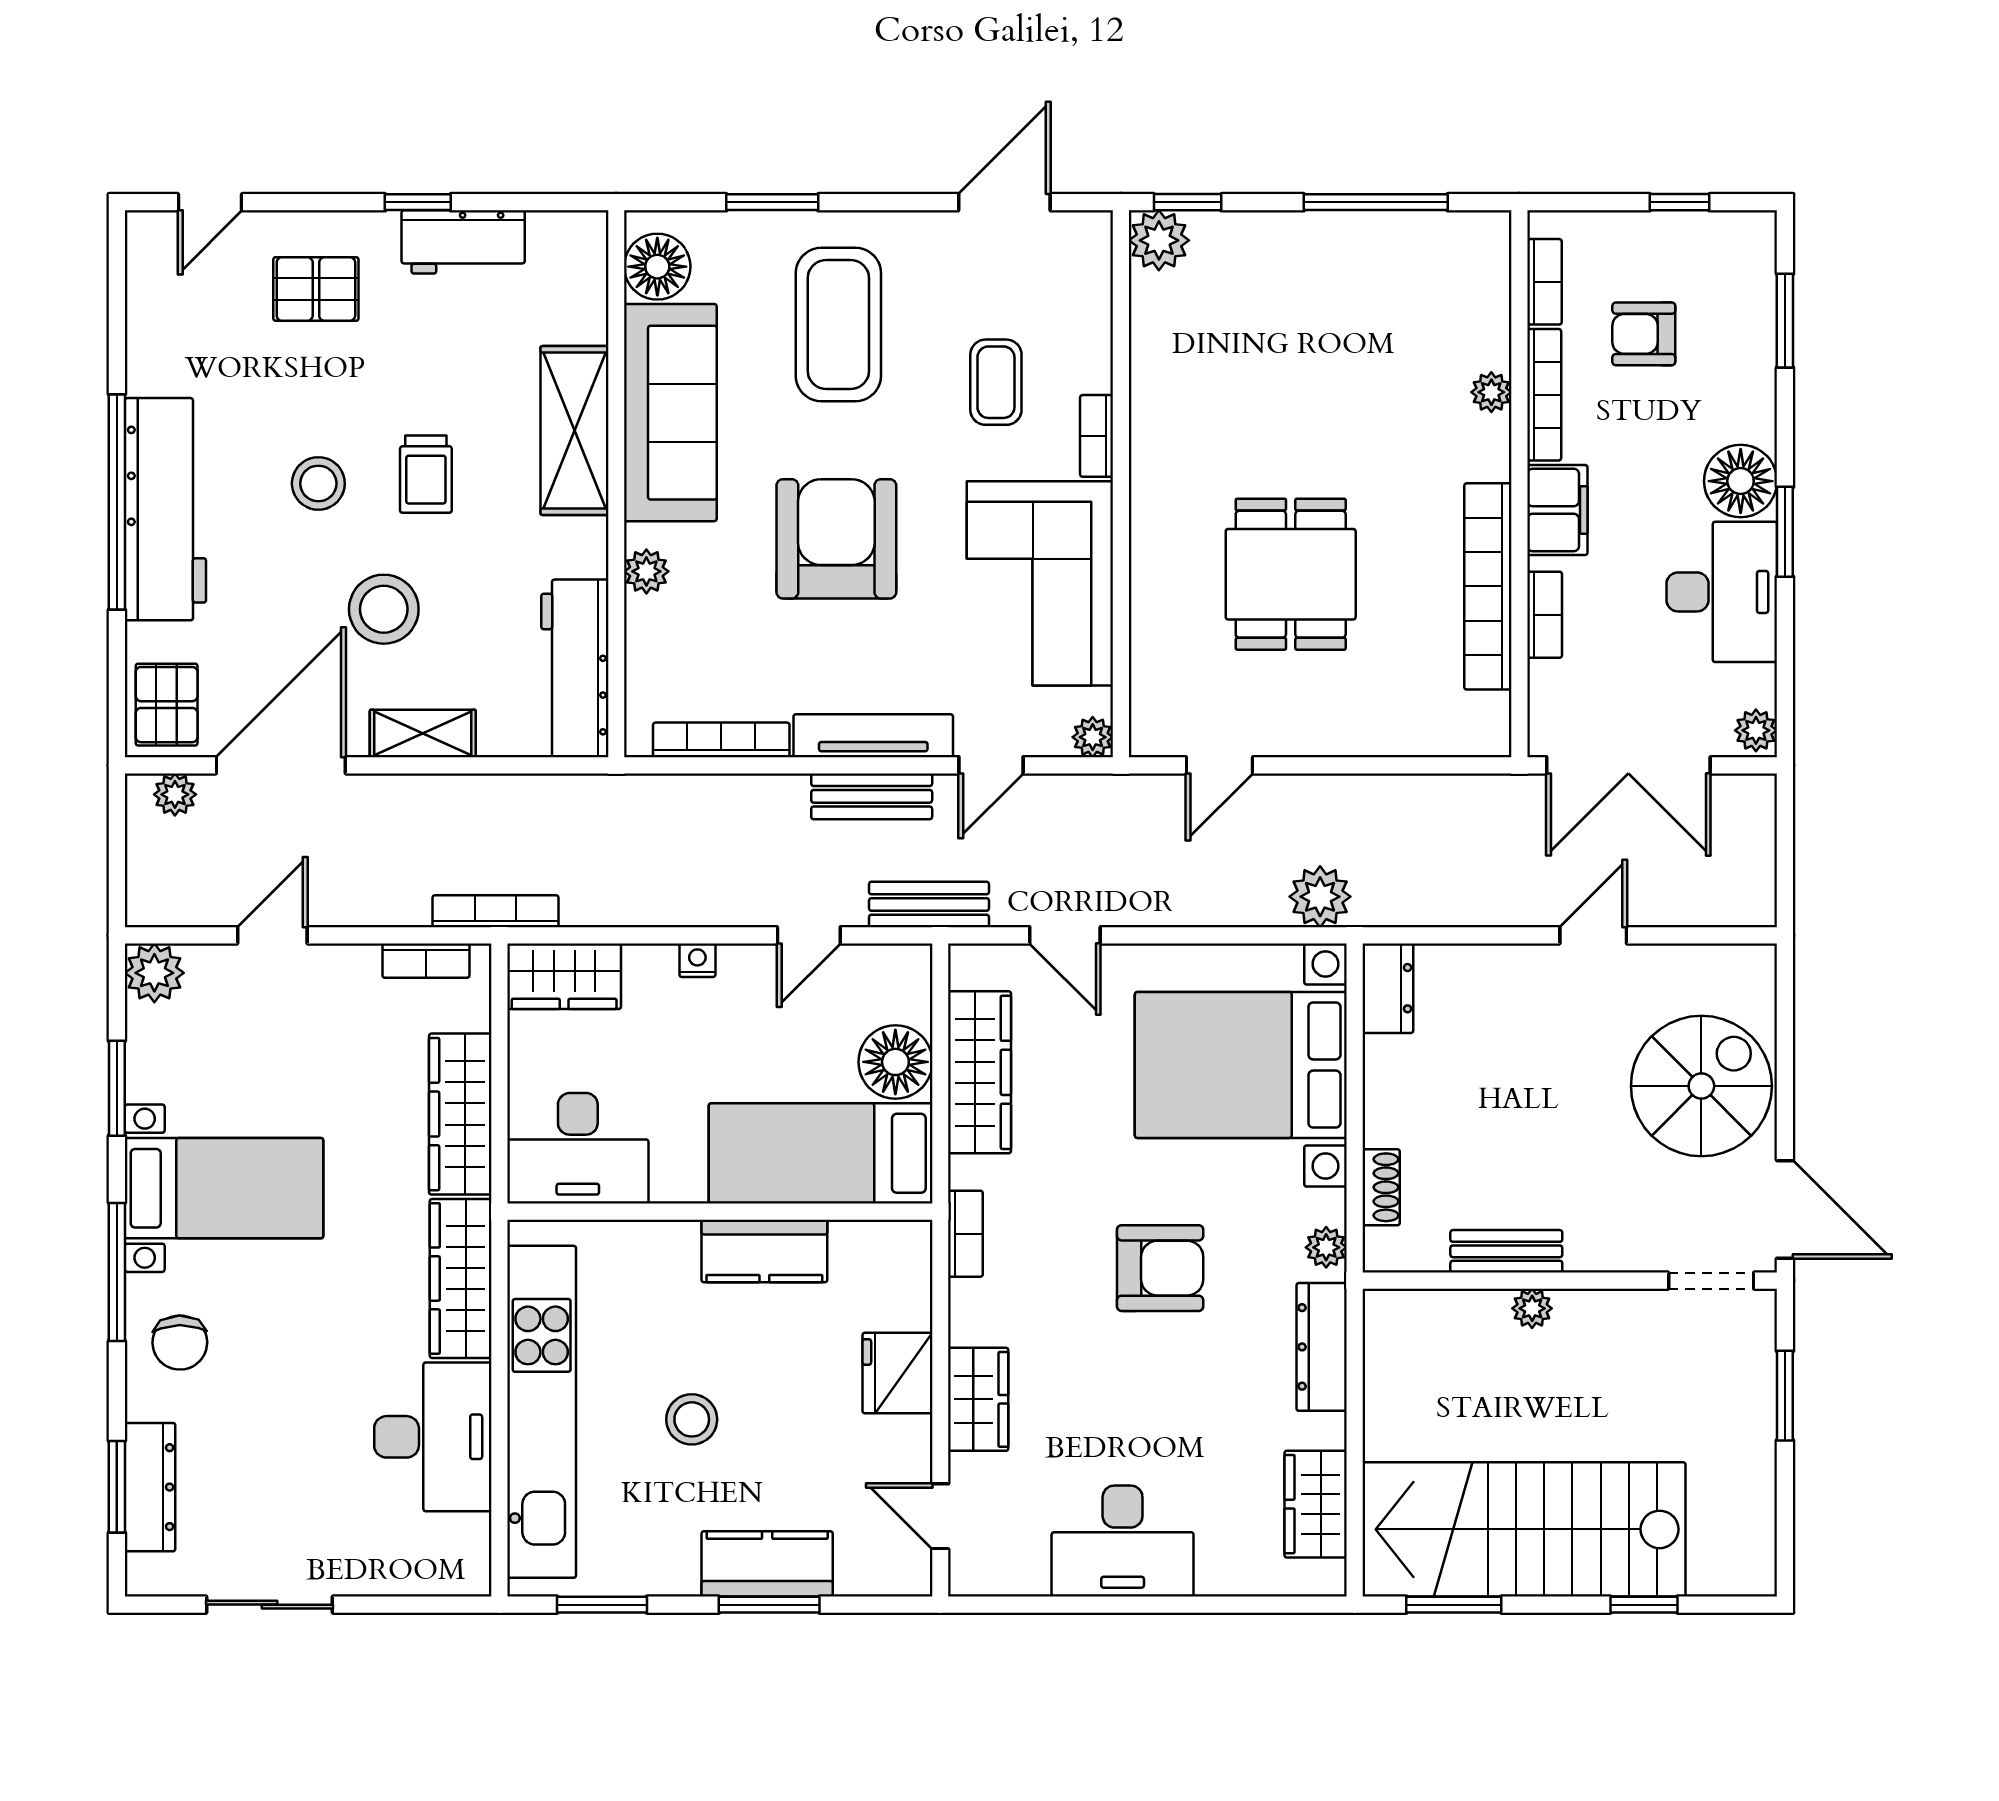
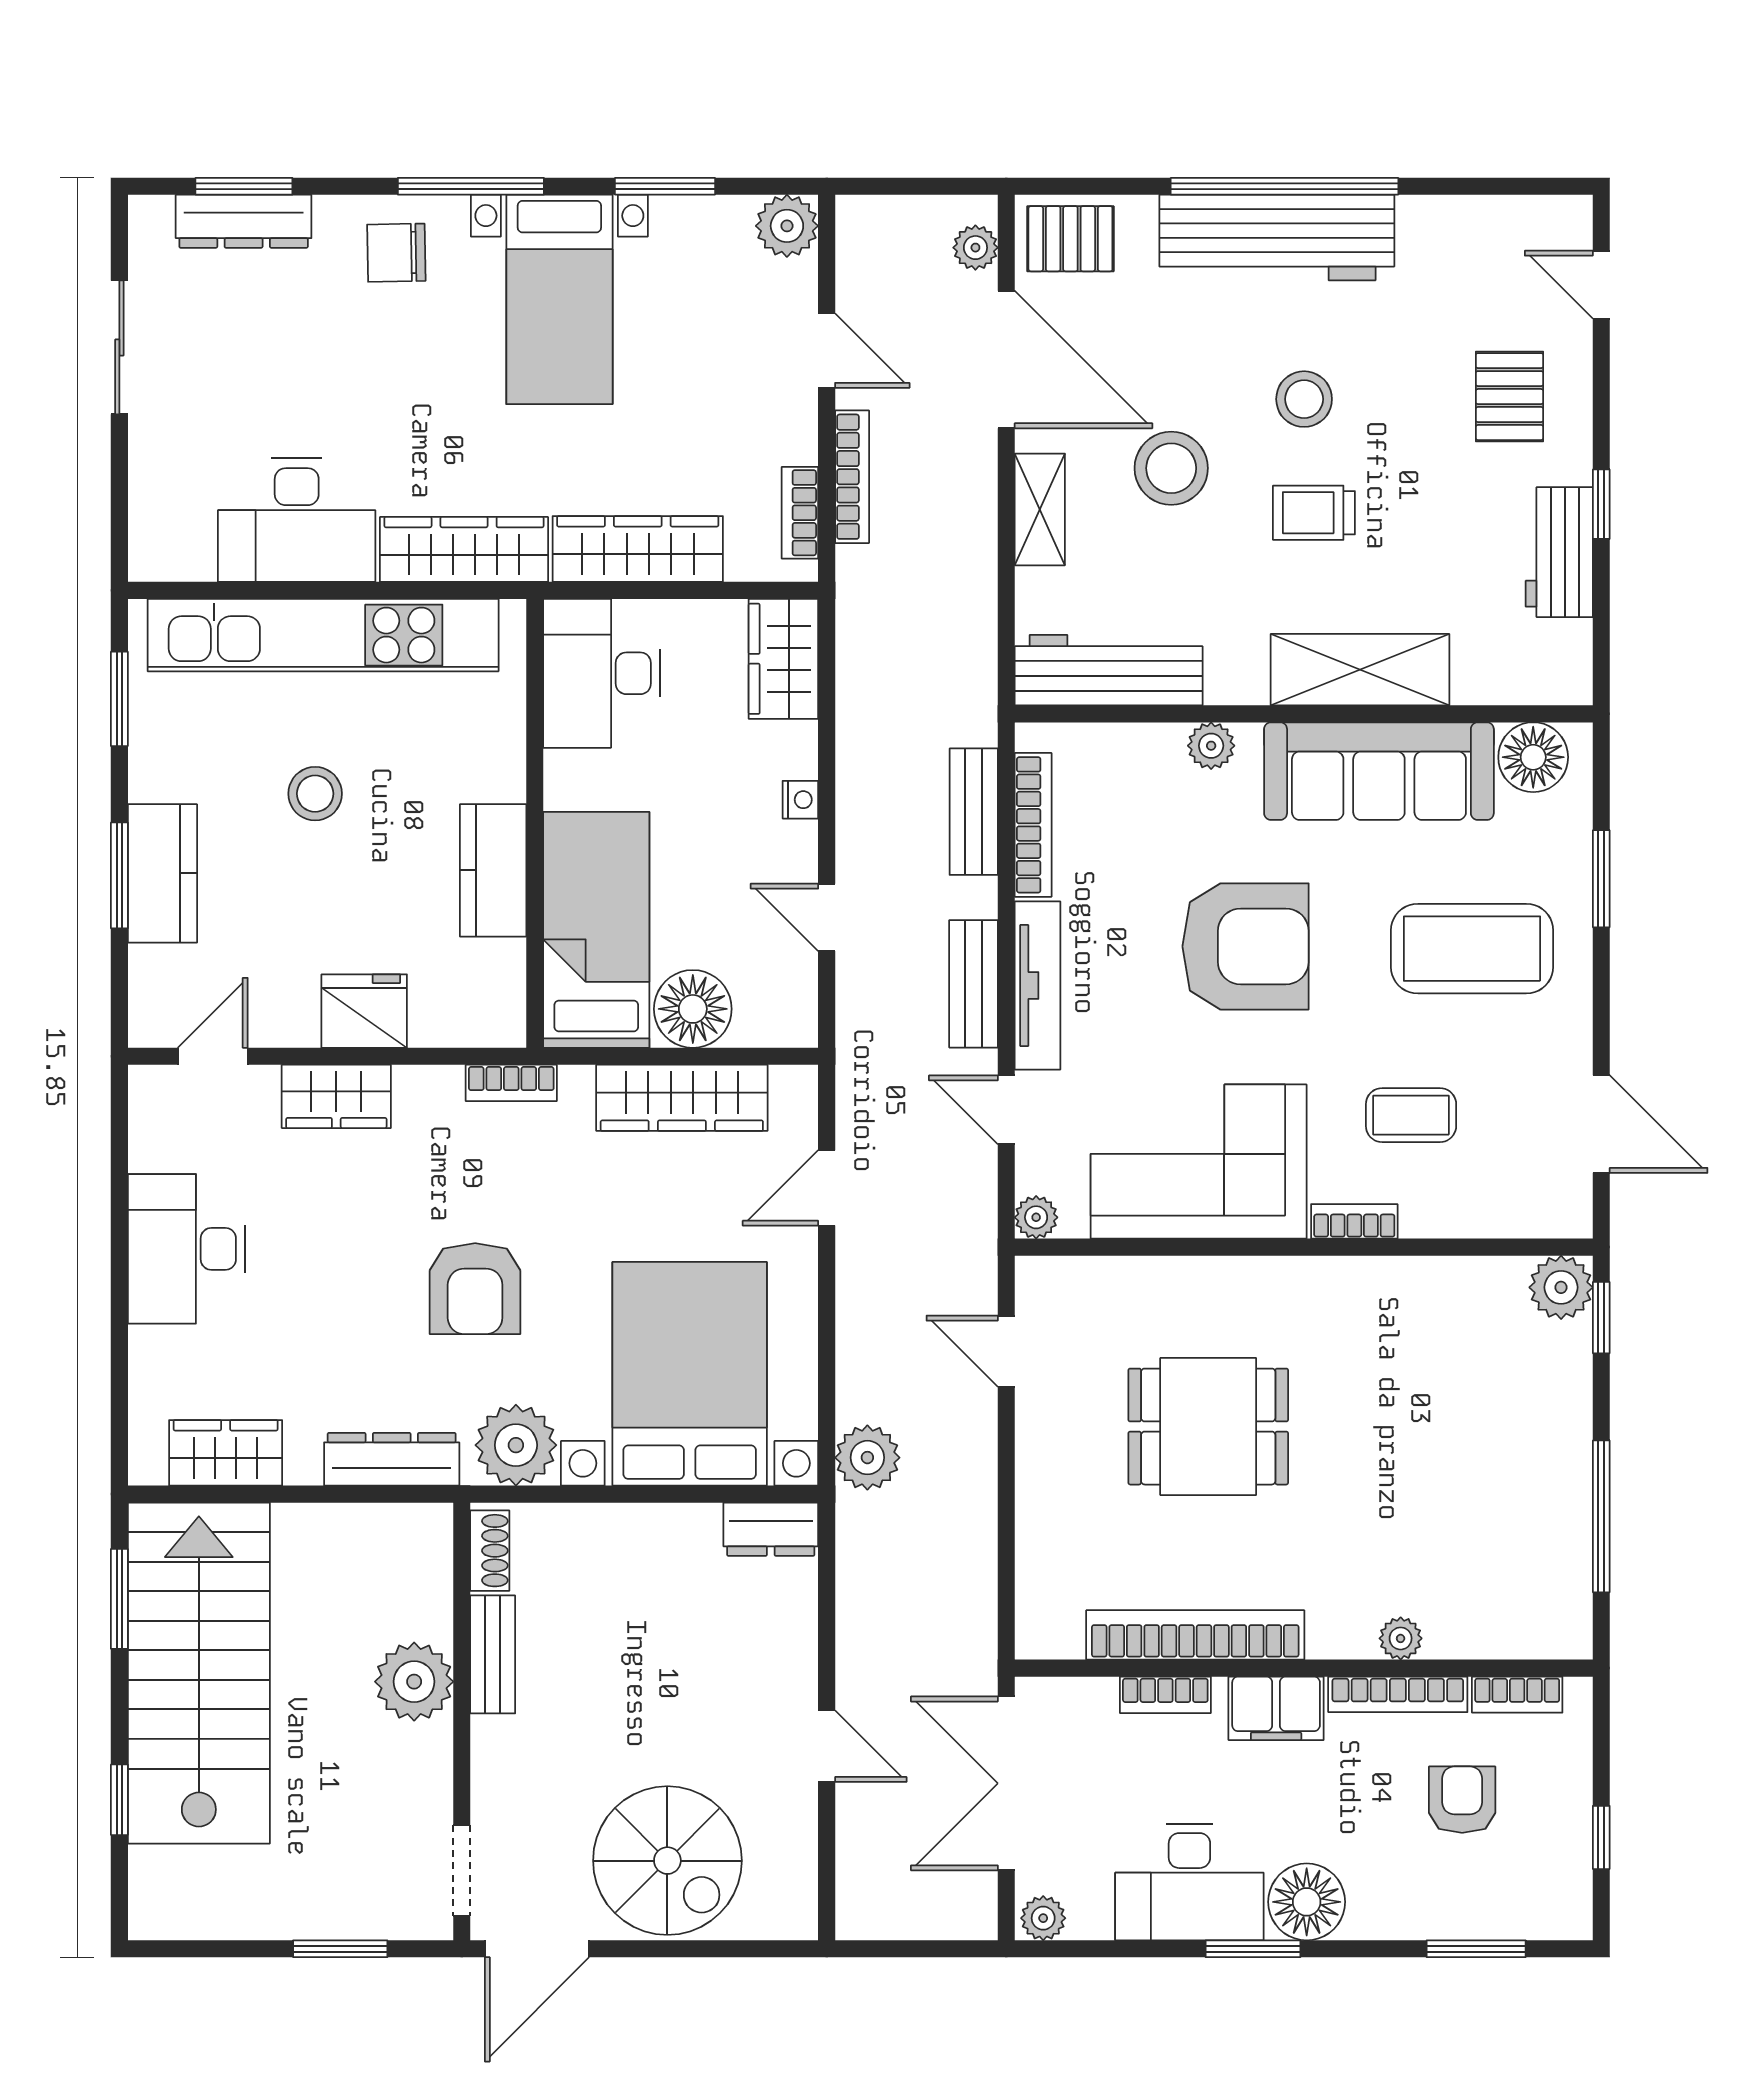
bench: (929, 904) -> (974, 812), moved
bookcase: (495, 911) -> (852, 477), moved
shoe rack: (1381, 1187) -> (490, 1551), moved, turned -90
plant: (1326, 1247) -> (516, 1445), width x1.87, depth x1.87
plant: (1532, 1308) -> (414, 1682), width x1.88, depth x1.88

